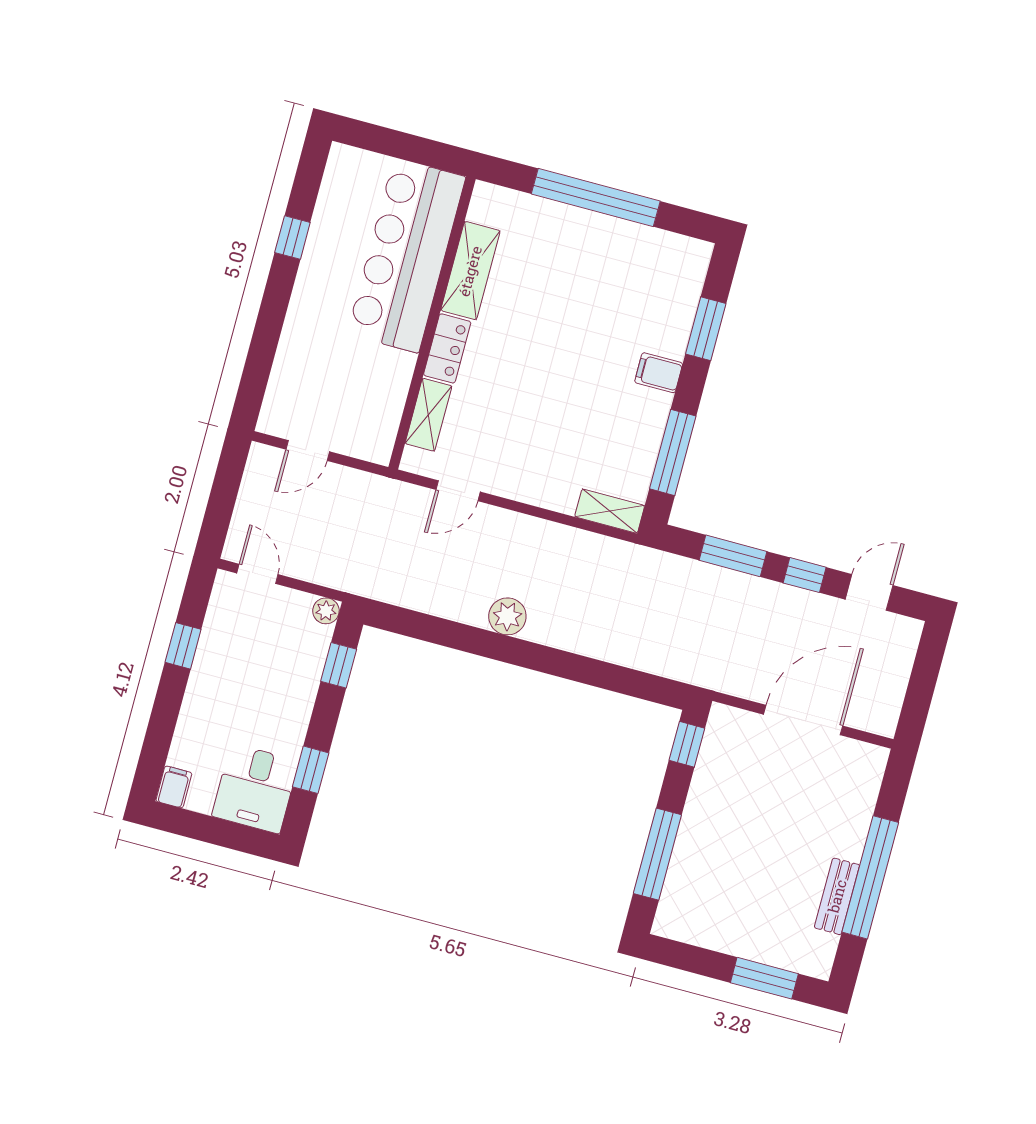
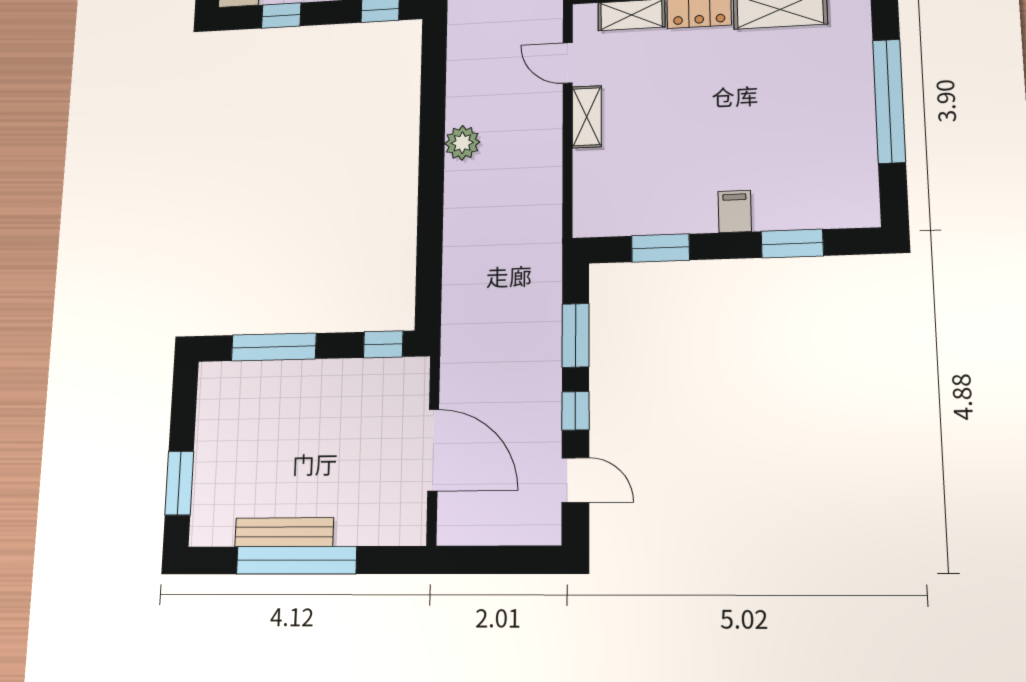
window: (673, 452) -> (660, 248), width x0.69
shelving: (610, 511) -> (587, 117), moved
bench: (837, 896) -> (284, 532), width x1.36

